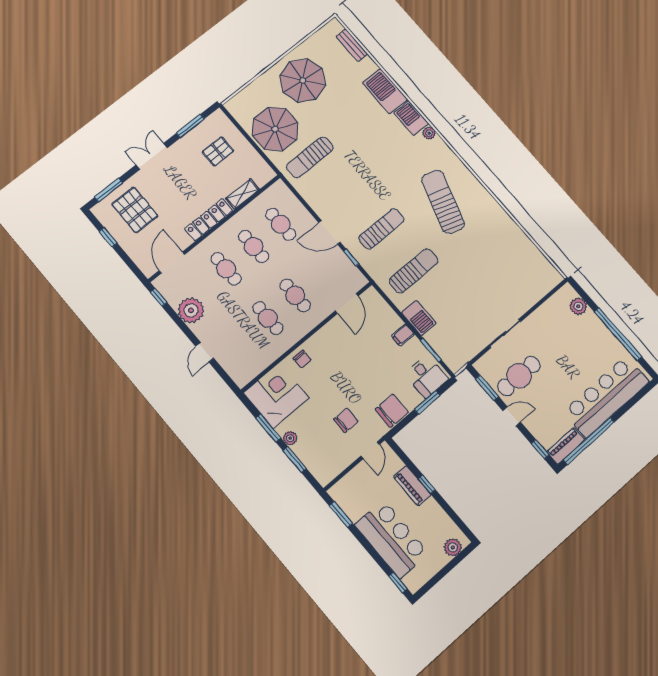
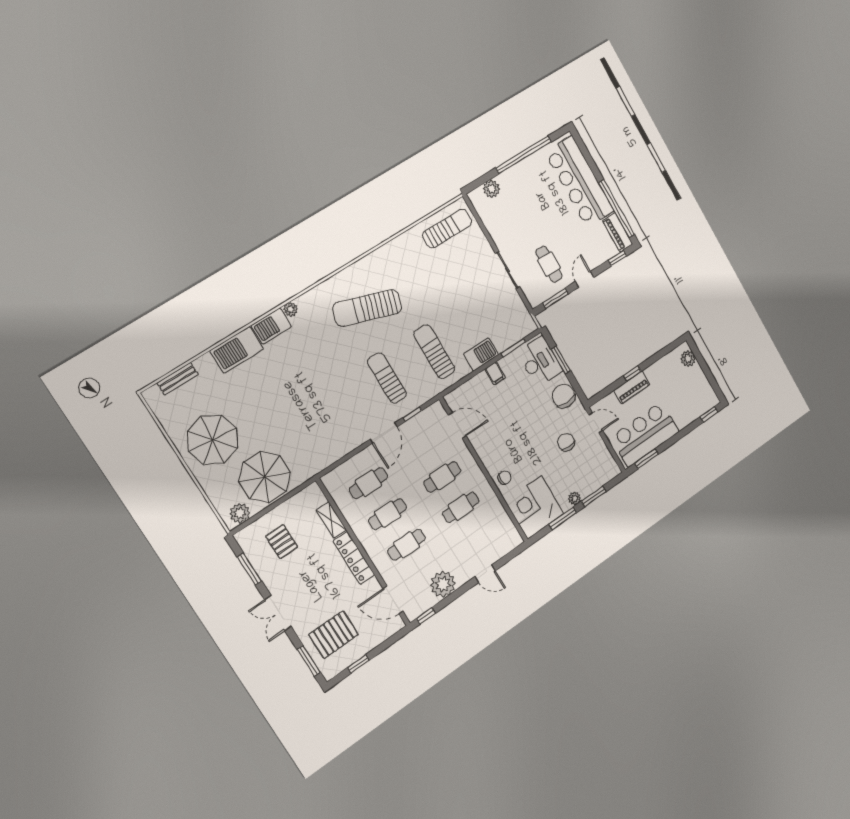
plant: (240, 112) -> (240, 513), added
sun lounger: (310, 157) -> (447, 229), moved, turned -90
desk: (426, 376) -> (540, 362), width x1.37
cafe table: (519, 376) -> (549, 264), width x0.73, depth x0.74
bar counter: (392, 539) -> (645, 434), moved

